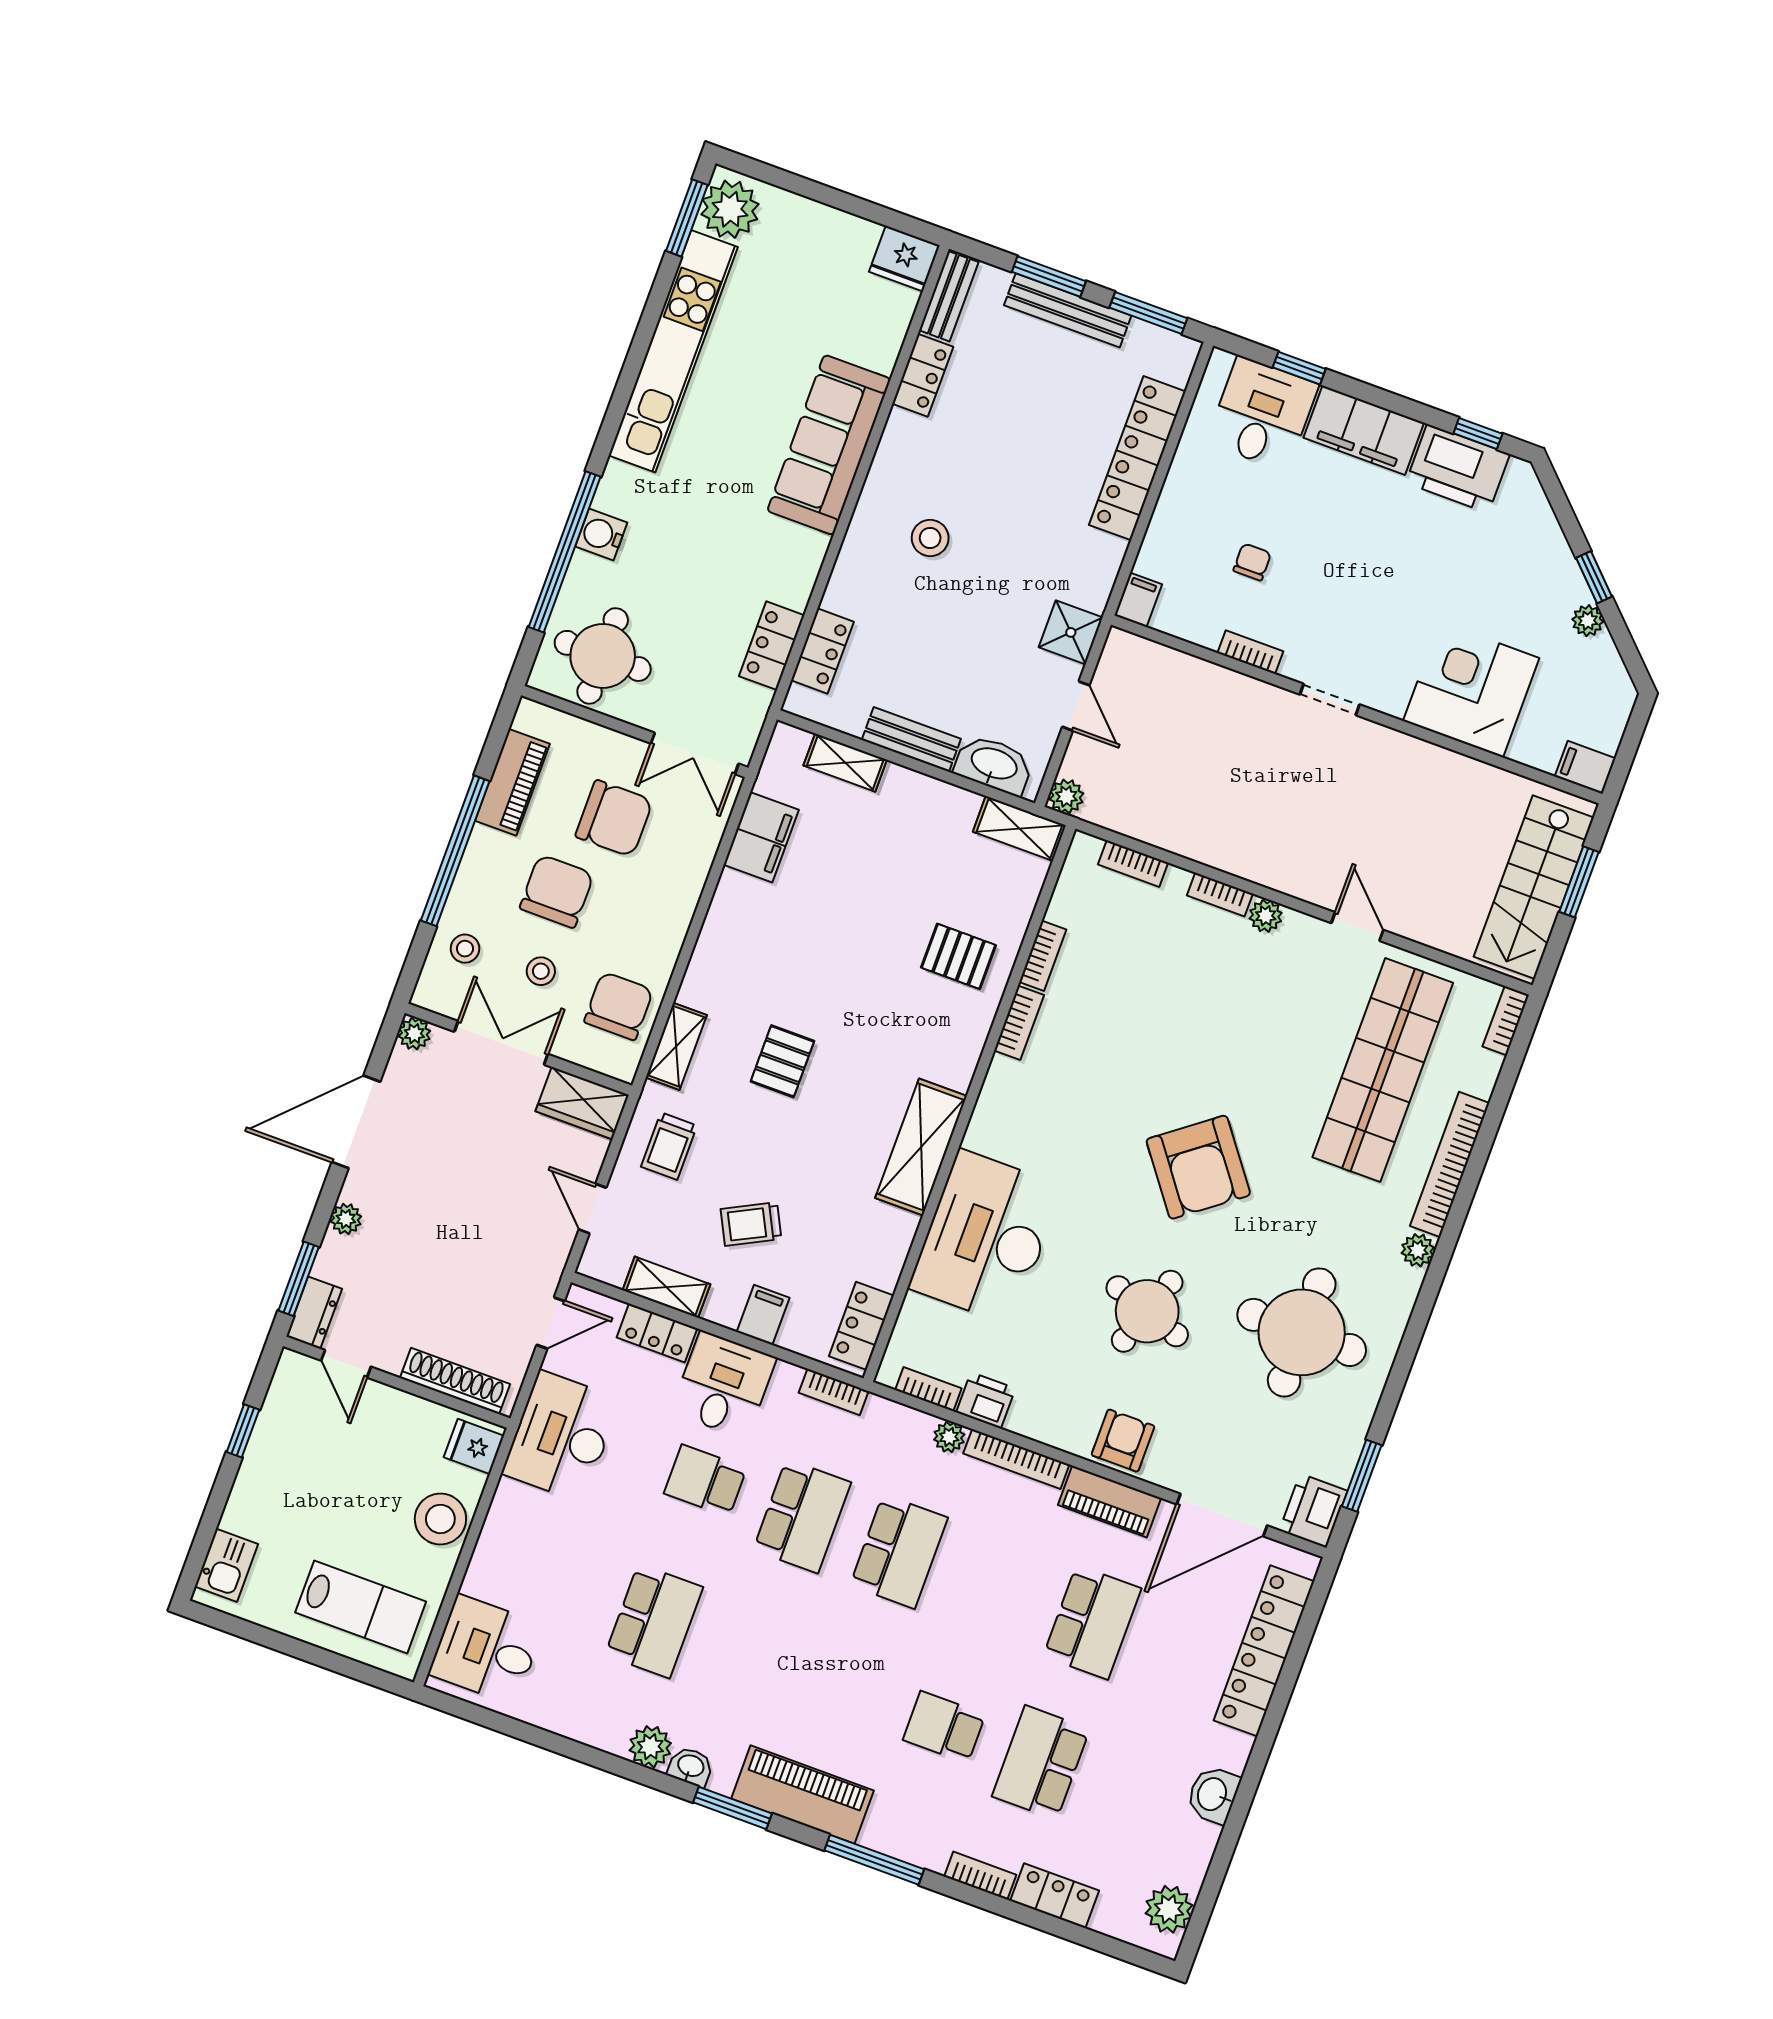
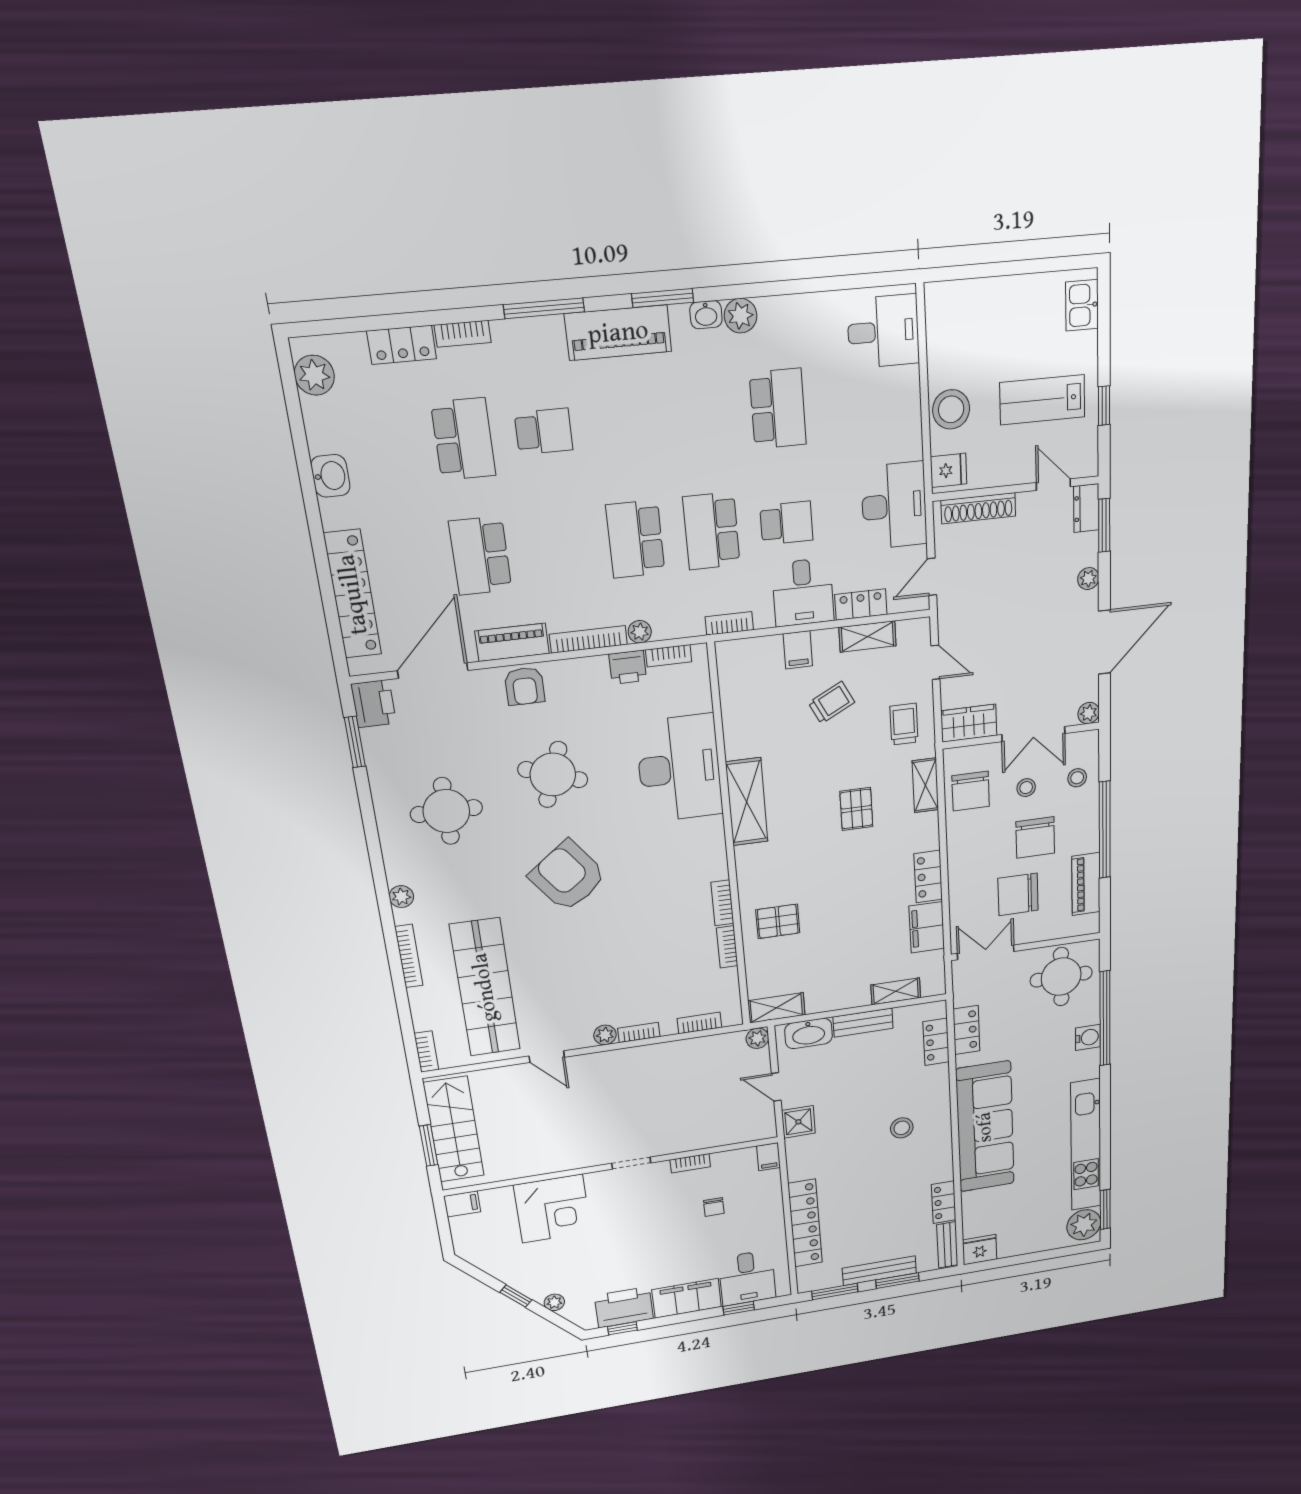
sofa: (829, 445) -> (985, 1127), width x1.36, depth x1.27
plant: (1588, 621) -> (554, 1302), moved
bookcase: (1450, 1164) -> (409, 956), width x0.68, depth x0.76
locker: (861, 1326) -> (928, 877), moved, turned 180
round table: (1302, 1332) -> (446, 811), width x0.73, depth x0.73
lab bench: (361, 1607) -> (1042, 400), moved
school desk: (654, 1621) -> (778, 409), turned 180

